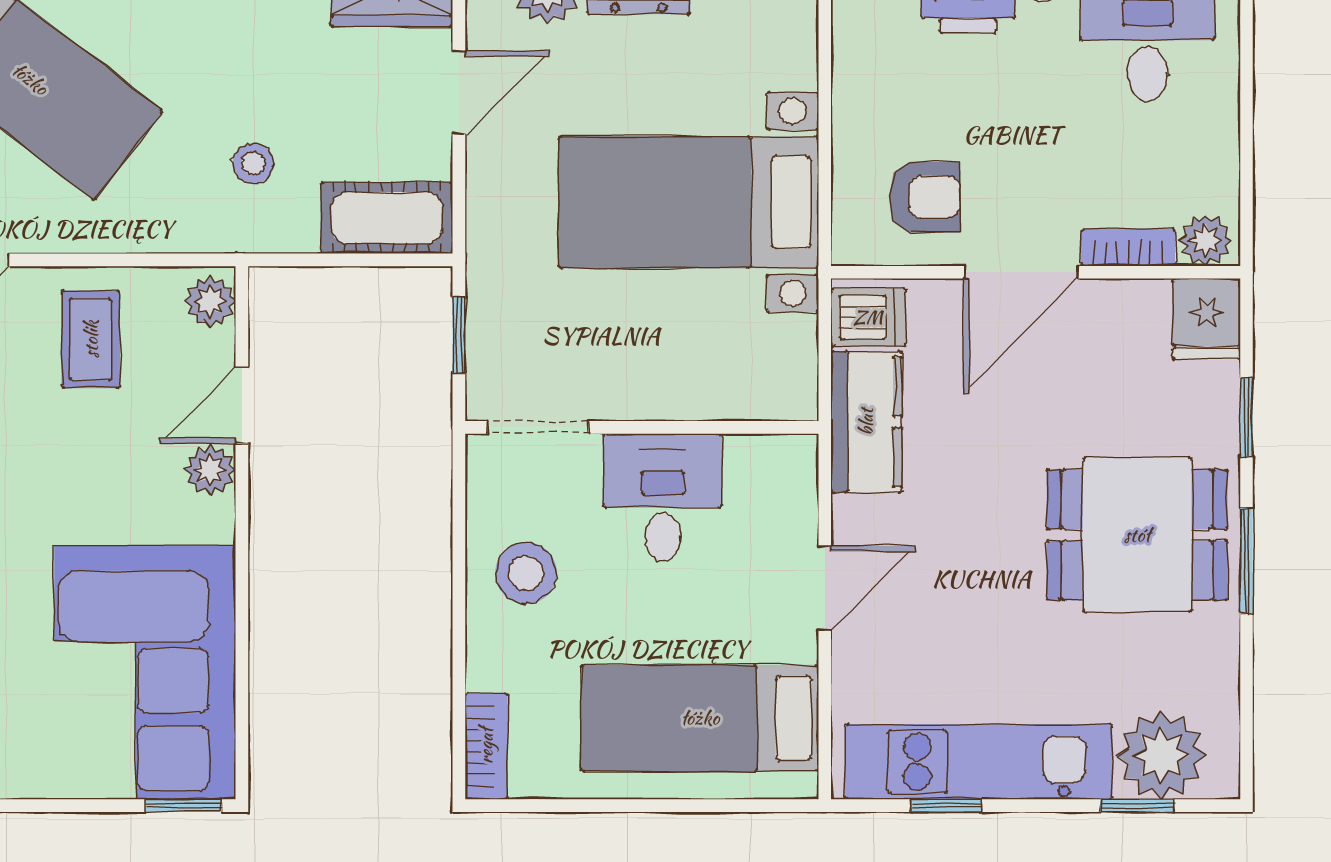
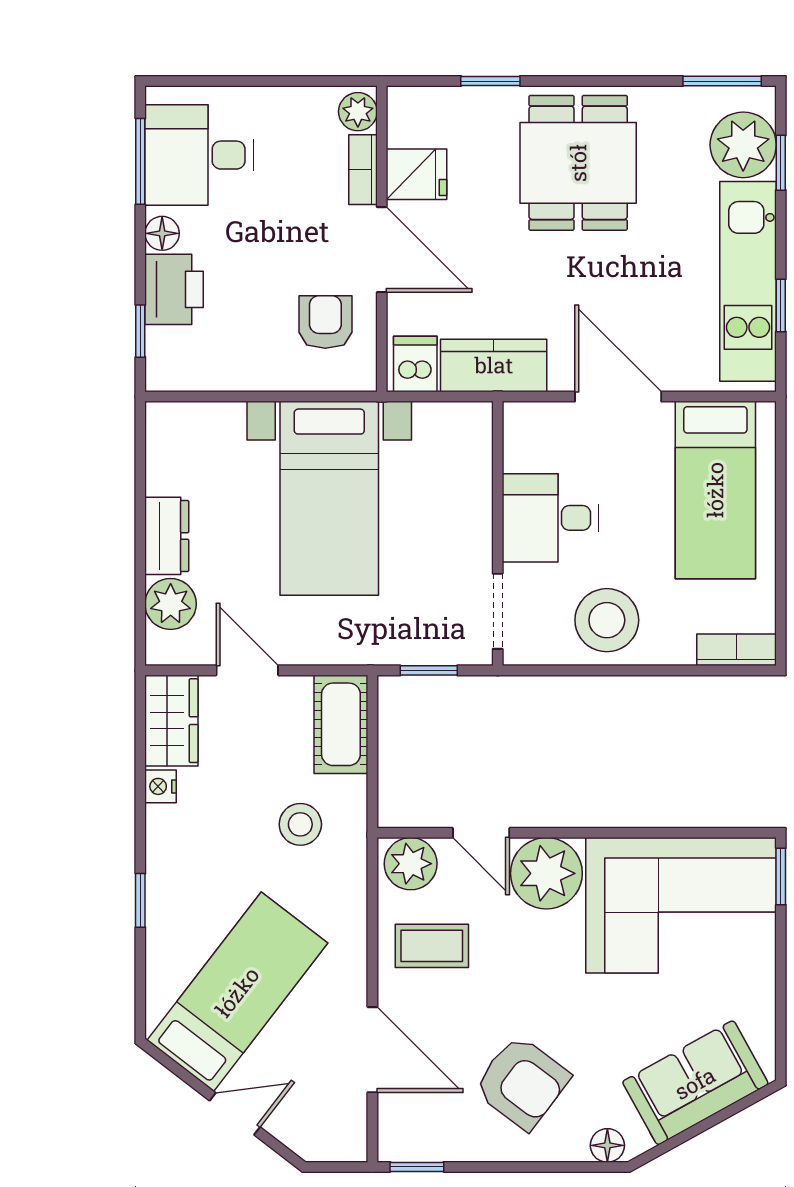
stool: (253, 164) -> (300, 824), width x1.37, depth x1.37
plant: (210, 301) -> (411, 864), width x1.38, depth x1.38
fridge: (1206, 319) -> (417, 174), moved
plant: (210, 470) -> (546, 873), width x1.88, depth x1.88
window: (1246, 561) -> (722, 81), moved
stool: (526, 573) -> (607, 620), width x1.38, depth x1.38
door: (825, 588) -> (618, 397), width x1.38

